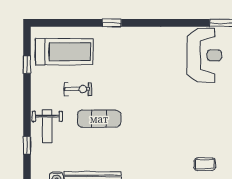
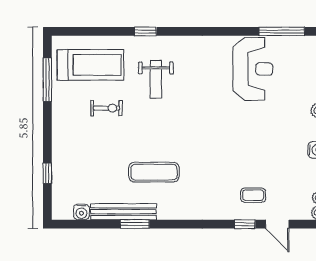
window: (27, 65) -> (47, 80), width x2.17
exercise mat: (99, 119) -> (154, 172), moved
weight bench: (47, 126) -> (156, 79), moved

